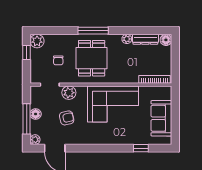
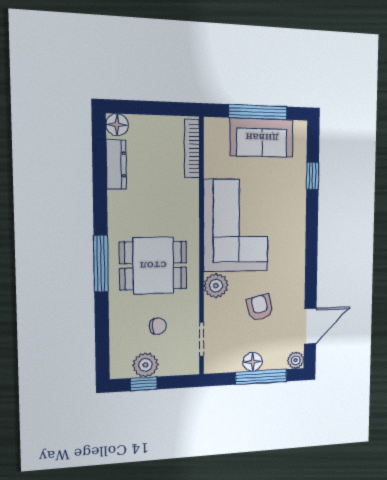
plant: (127, 39) -> (116, 200), removed
plant: (37, 41) -> (145, 365), moved
plant: (69, 93) -> (216, 286), moved
window: (175, 116) -> (258, 112), added

